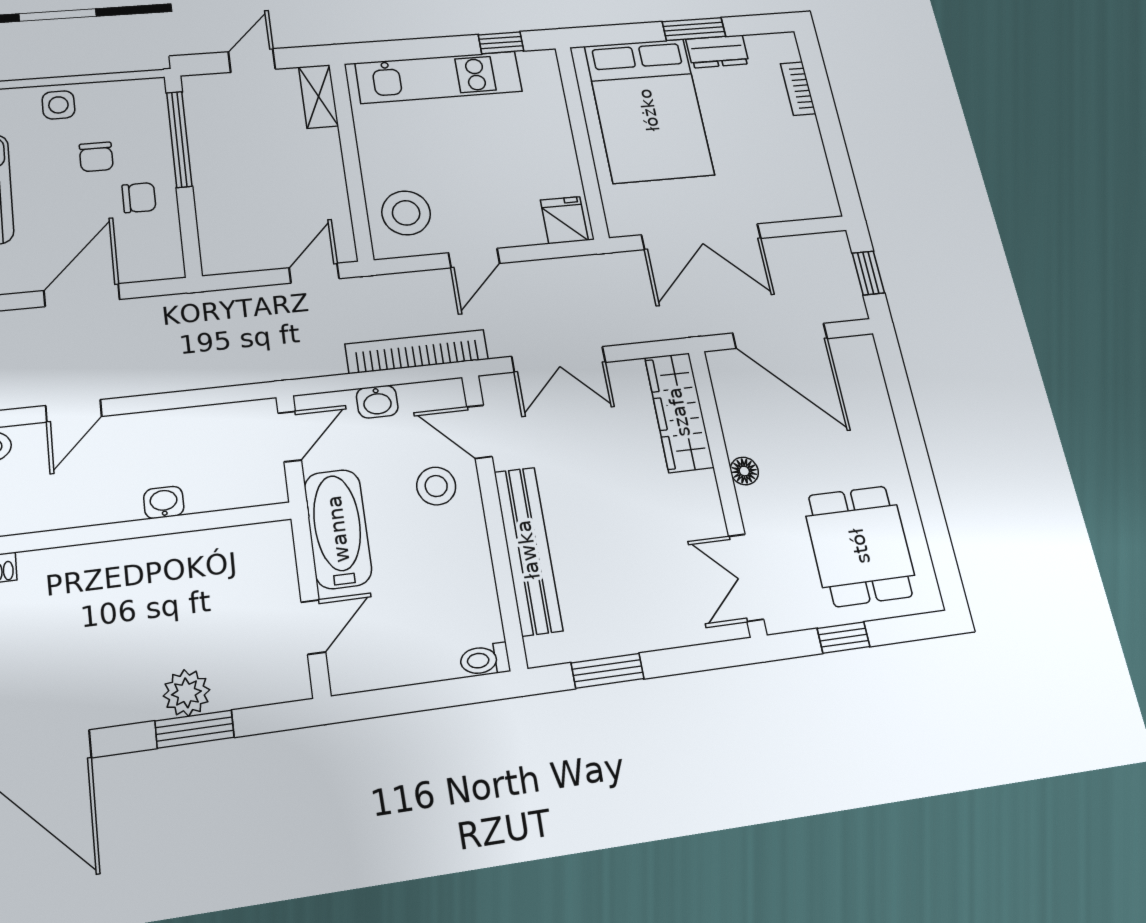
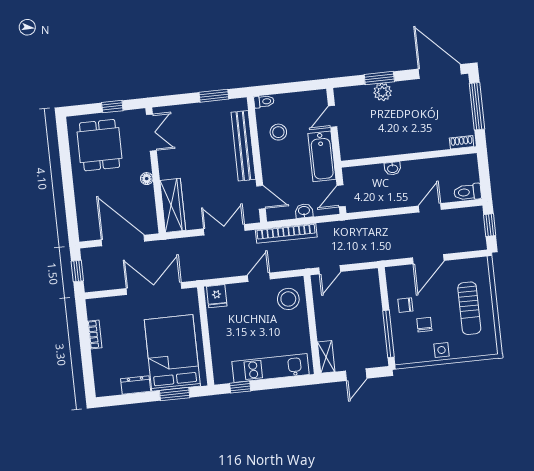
window: (694, 29) -> (175, 394), moved
bookcase: (798, 89) -> (95, 334), moved
stool: (436, 486) -> (278, 132), moved

